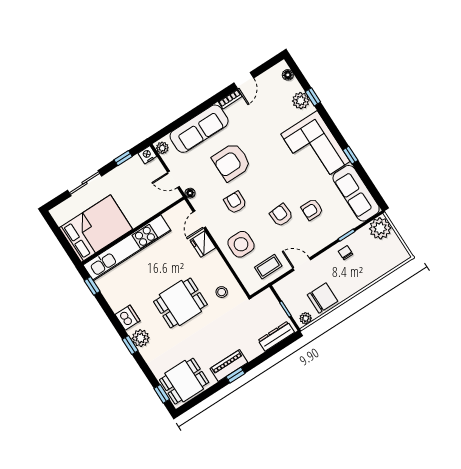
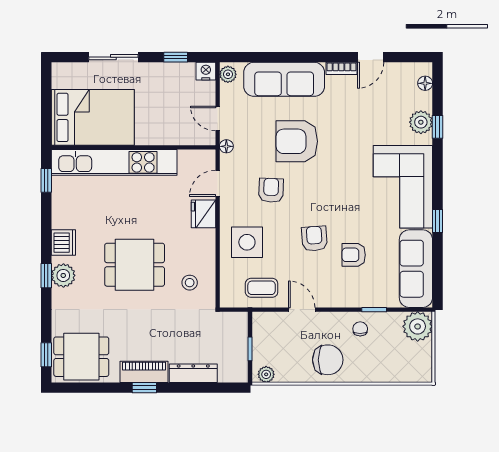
chair: (323, 298) -> (328, 360), moved
dresser: (276, 336) -> (193, 373), moved

